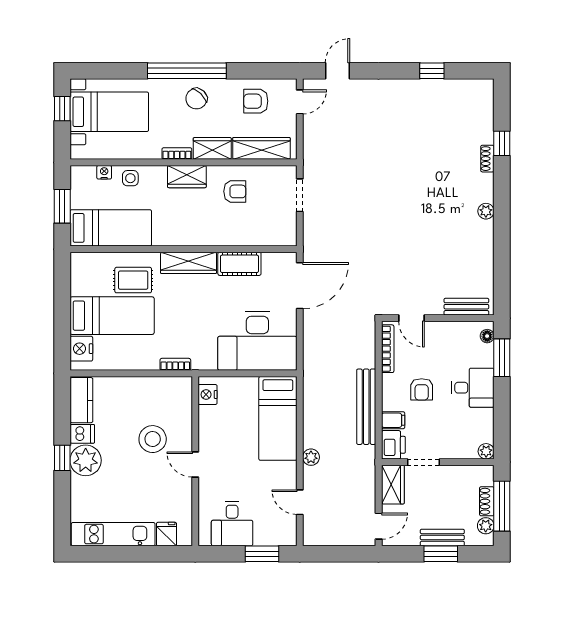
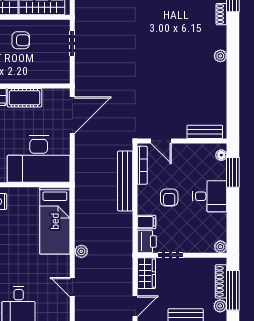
bench: (366, 407) -> (125, 181), moved
shoe rack: (487, 501) -> (221, 281), width x1.43

